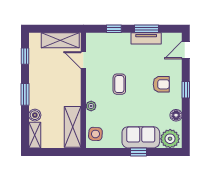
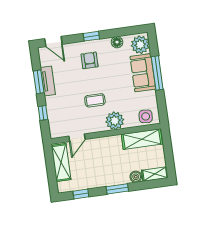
plant: (91, 106) -> (115, 121), width x1.88, depth x1.88
window: (138, 152) -> (157, 73), width x2.17

